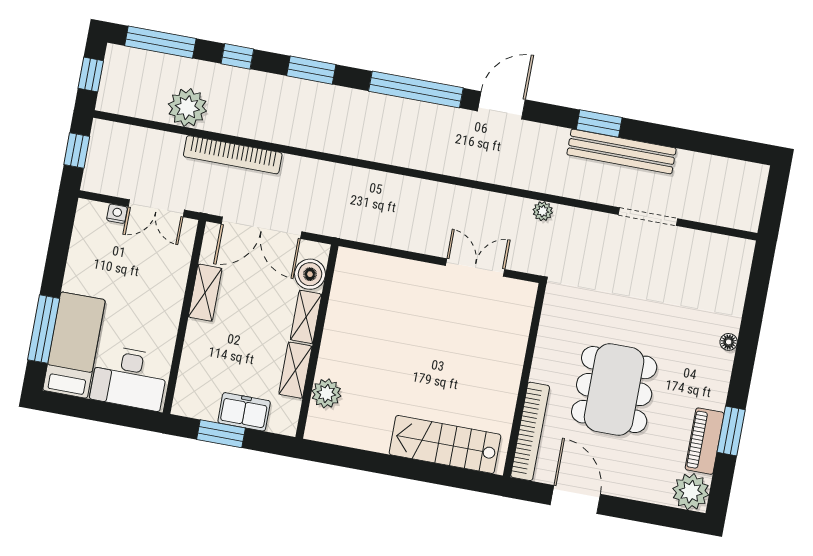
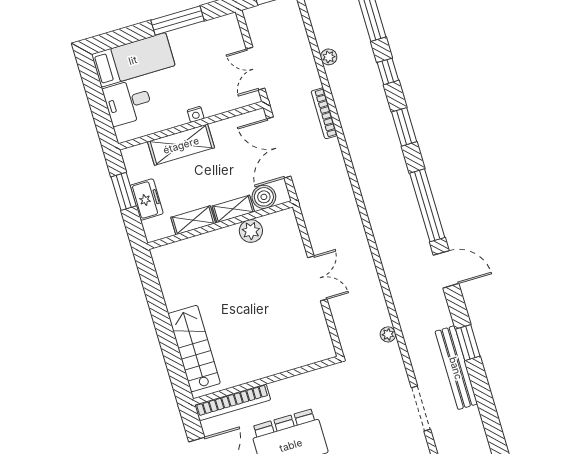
plant: (187, 108) -> (329, 57), width x0.53, depth x0.53
bookcase: (233, 155) -> (324, 113), width x0.68, depth x0.76
nightstand: (117, 214) -> (196, 114), moved, turned 90
double door: (475, 267) -> (317, 278), moved
shelving: (205, 293) -> (181, 145), moved, width x1.50, depth x1.33
window: (44, 329) -> (178, 21), moved
desk: (129, 378) -> (128, 102), width x0.73
plant: (326, 393) -> (251, 231), moved

